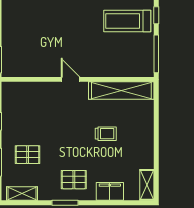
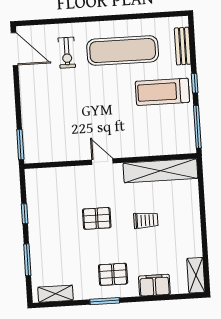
pallet: (28, 155) -> (97, 218), moved

